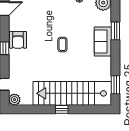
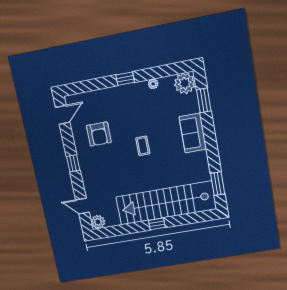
window: (115, 31) -> (204, 100), moved
armchair: (18, 40) -> (99, 134), moved

